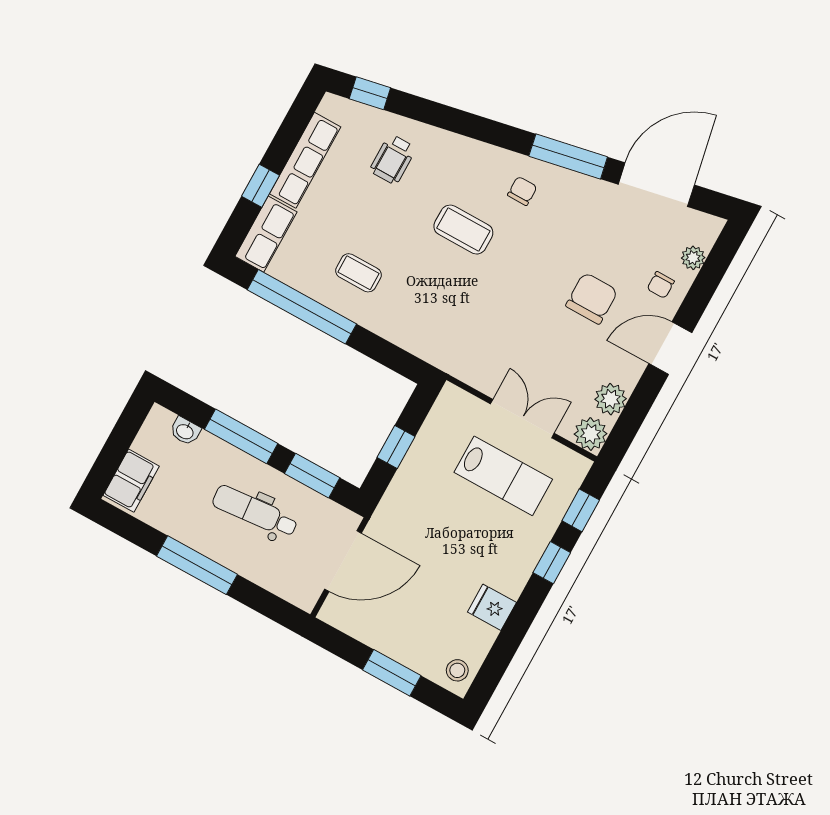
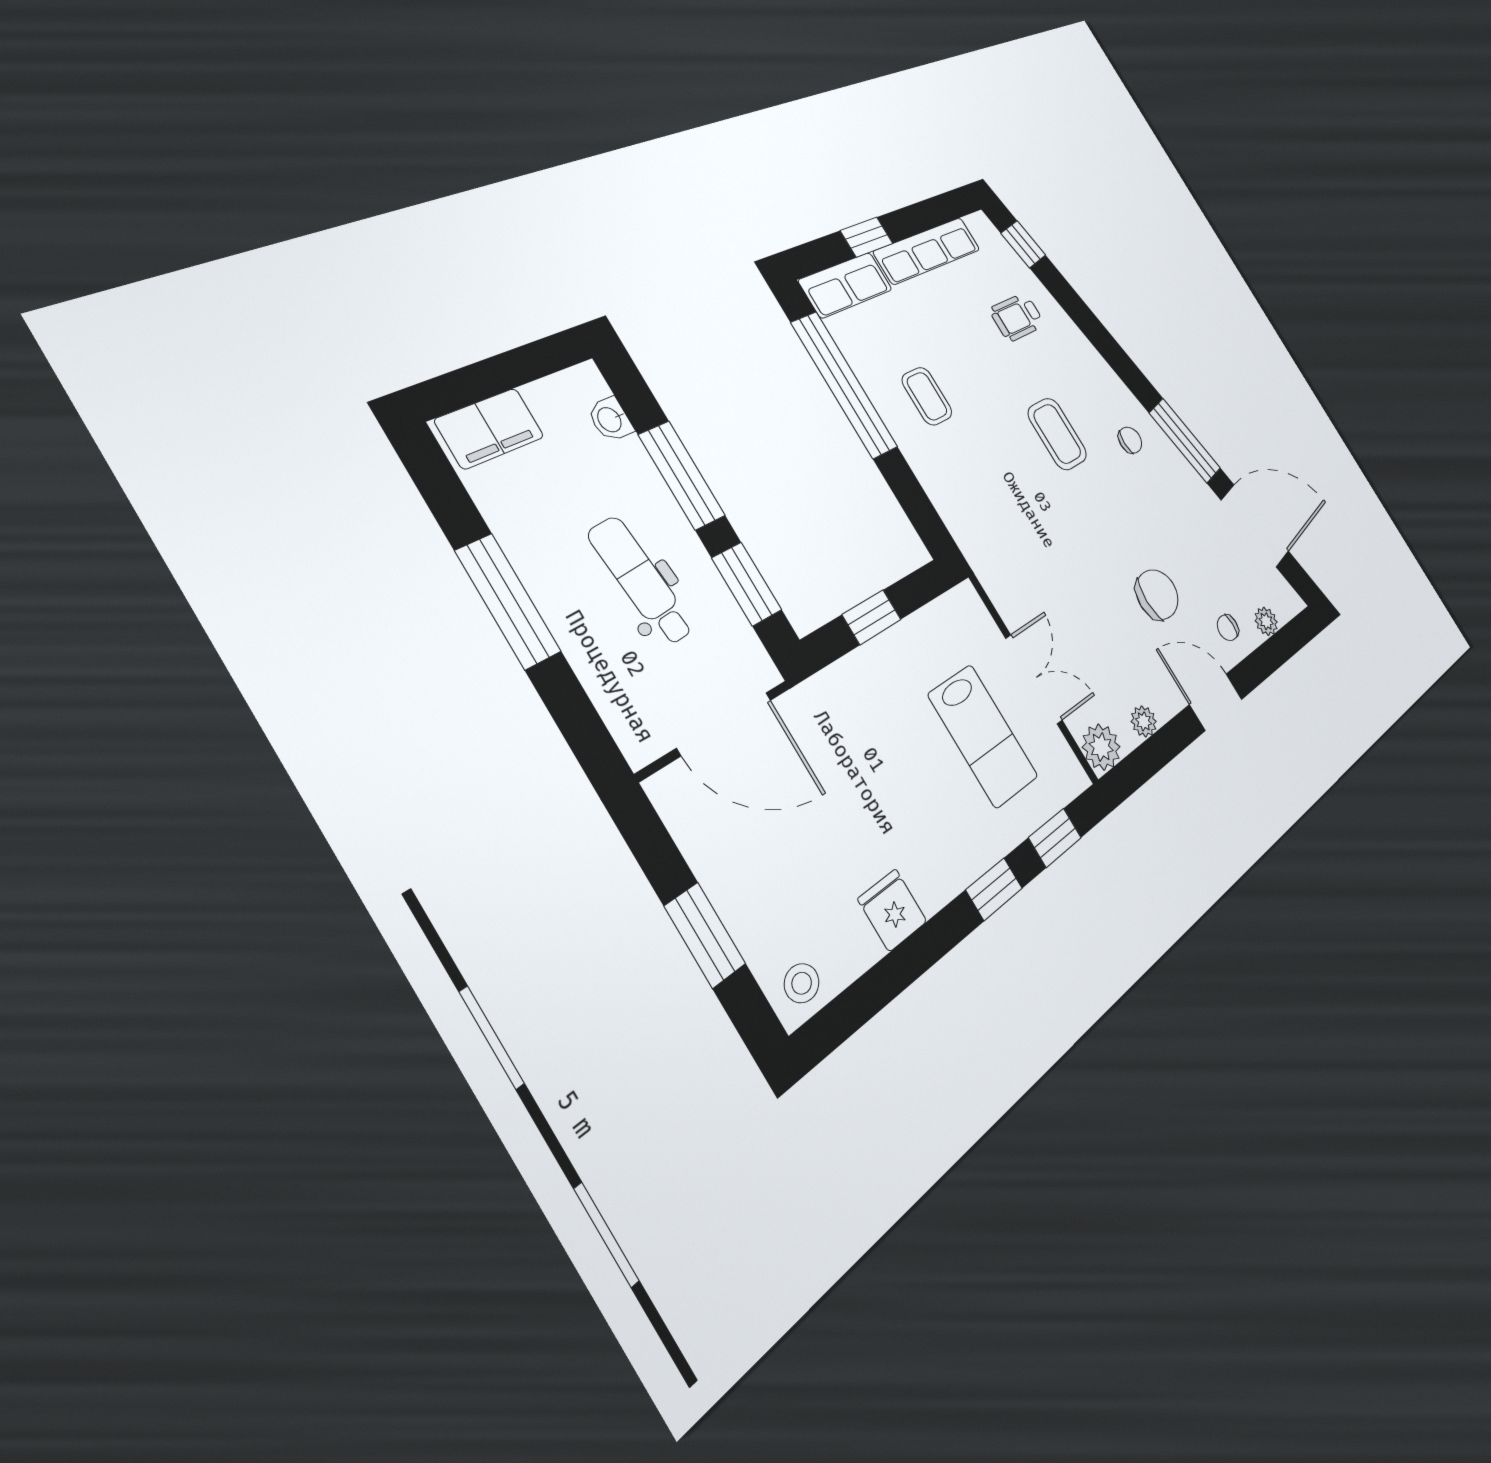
plant: (611, 399) -> (1144, 721), width x0.73, depth x0.73

